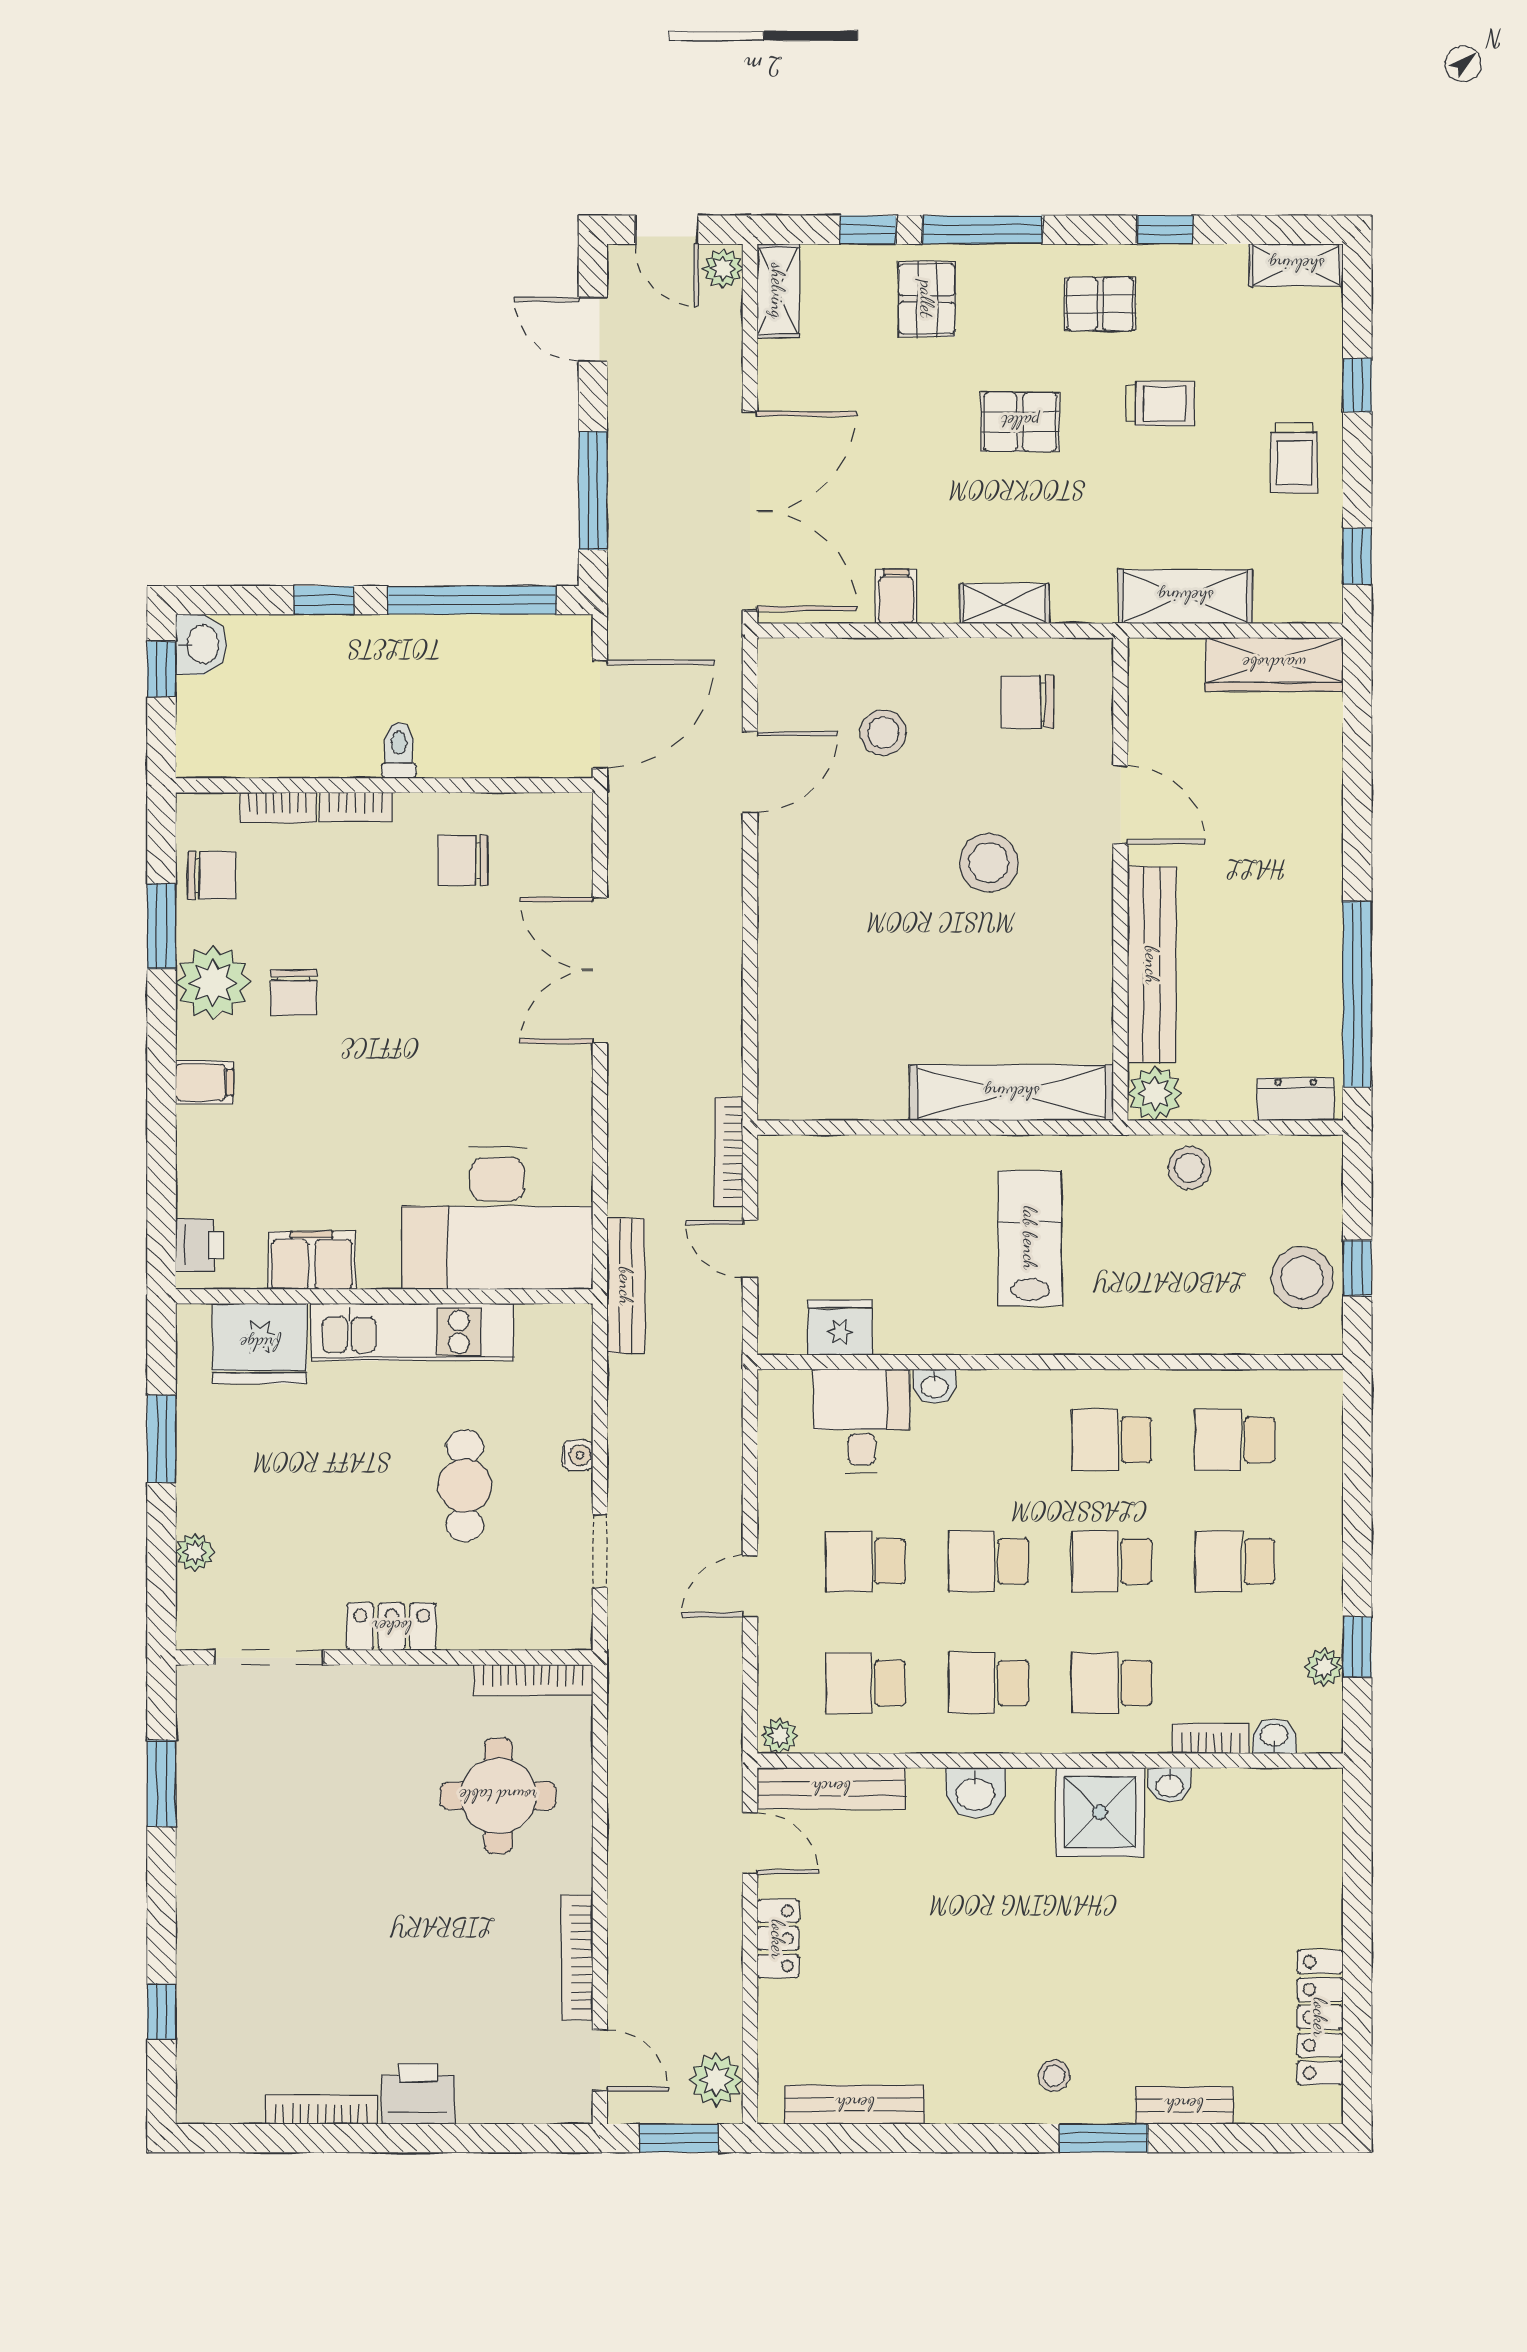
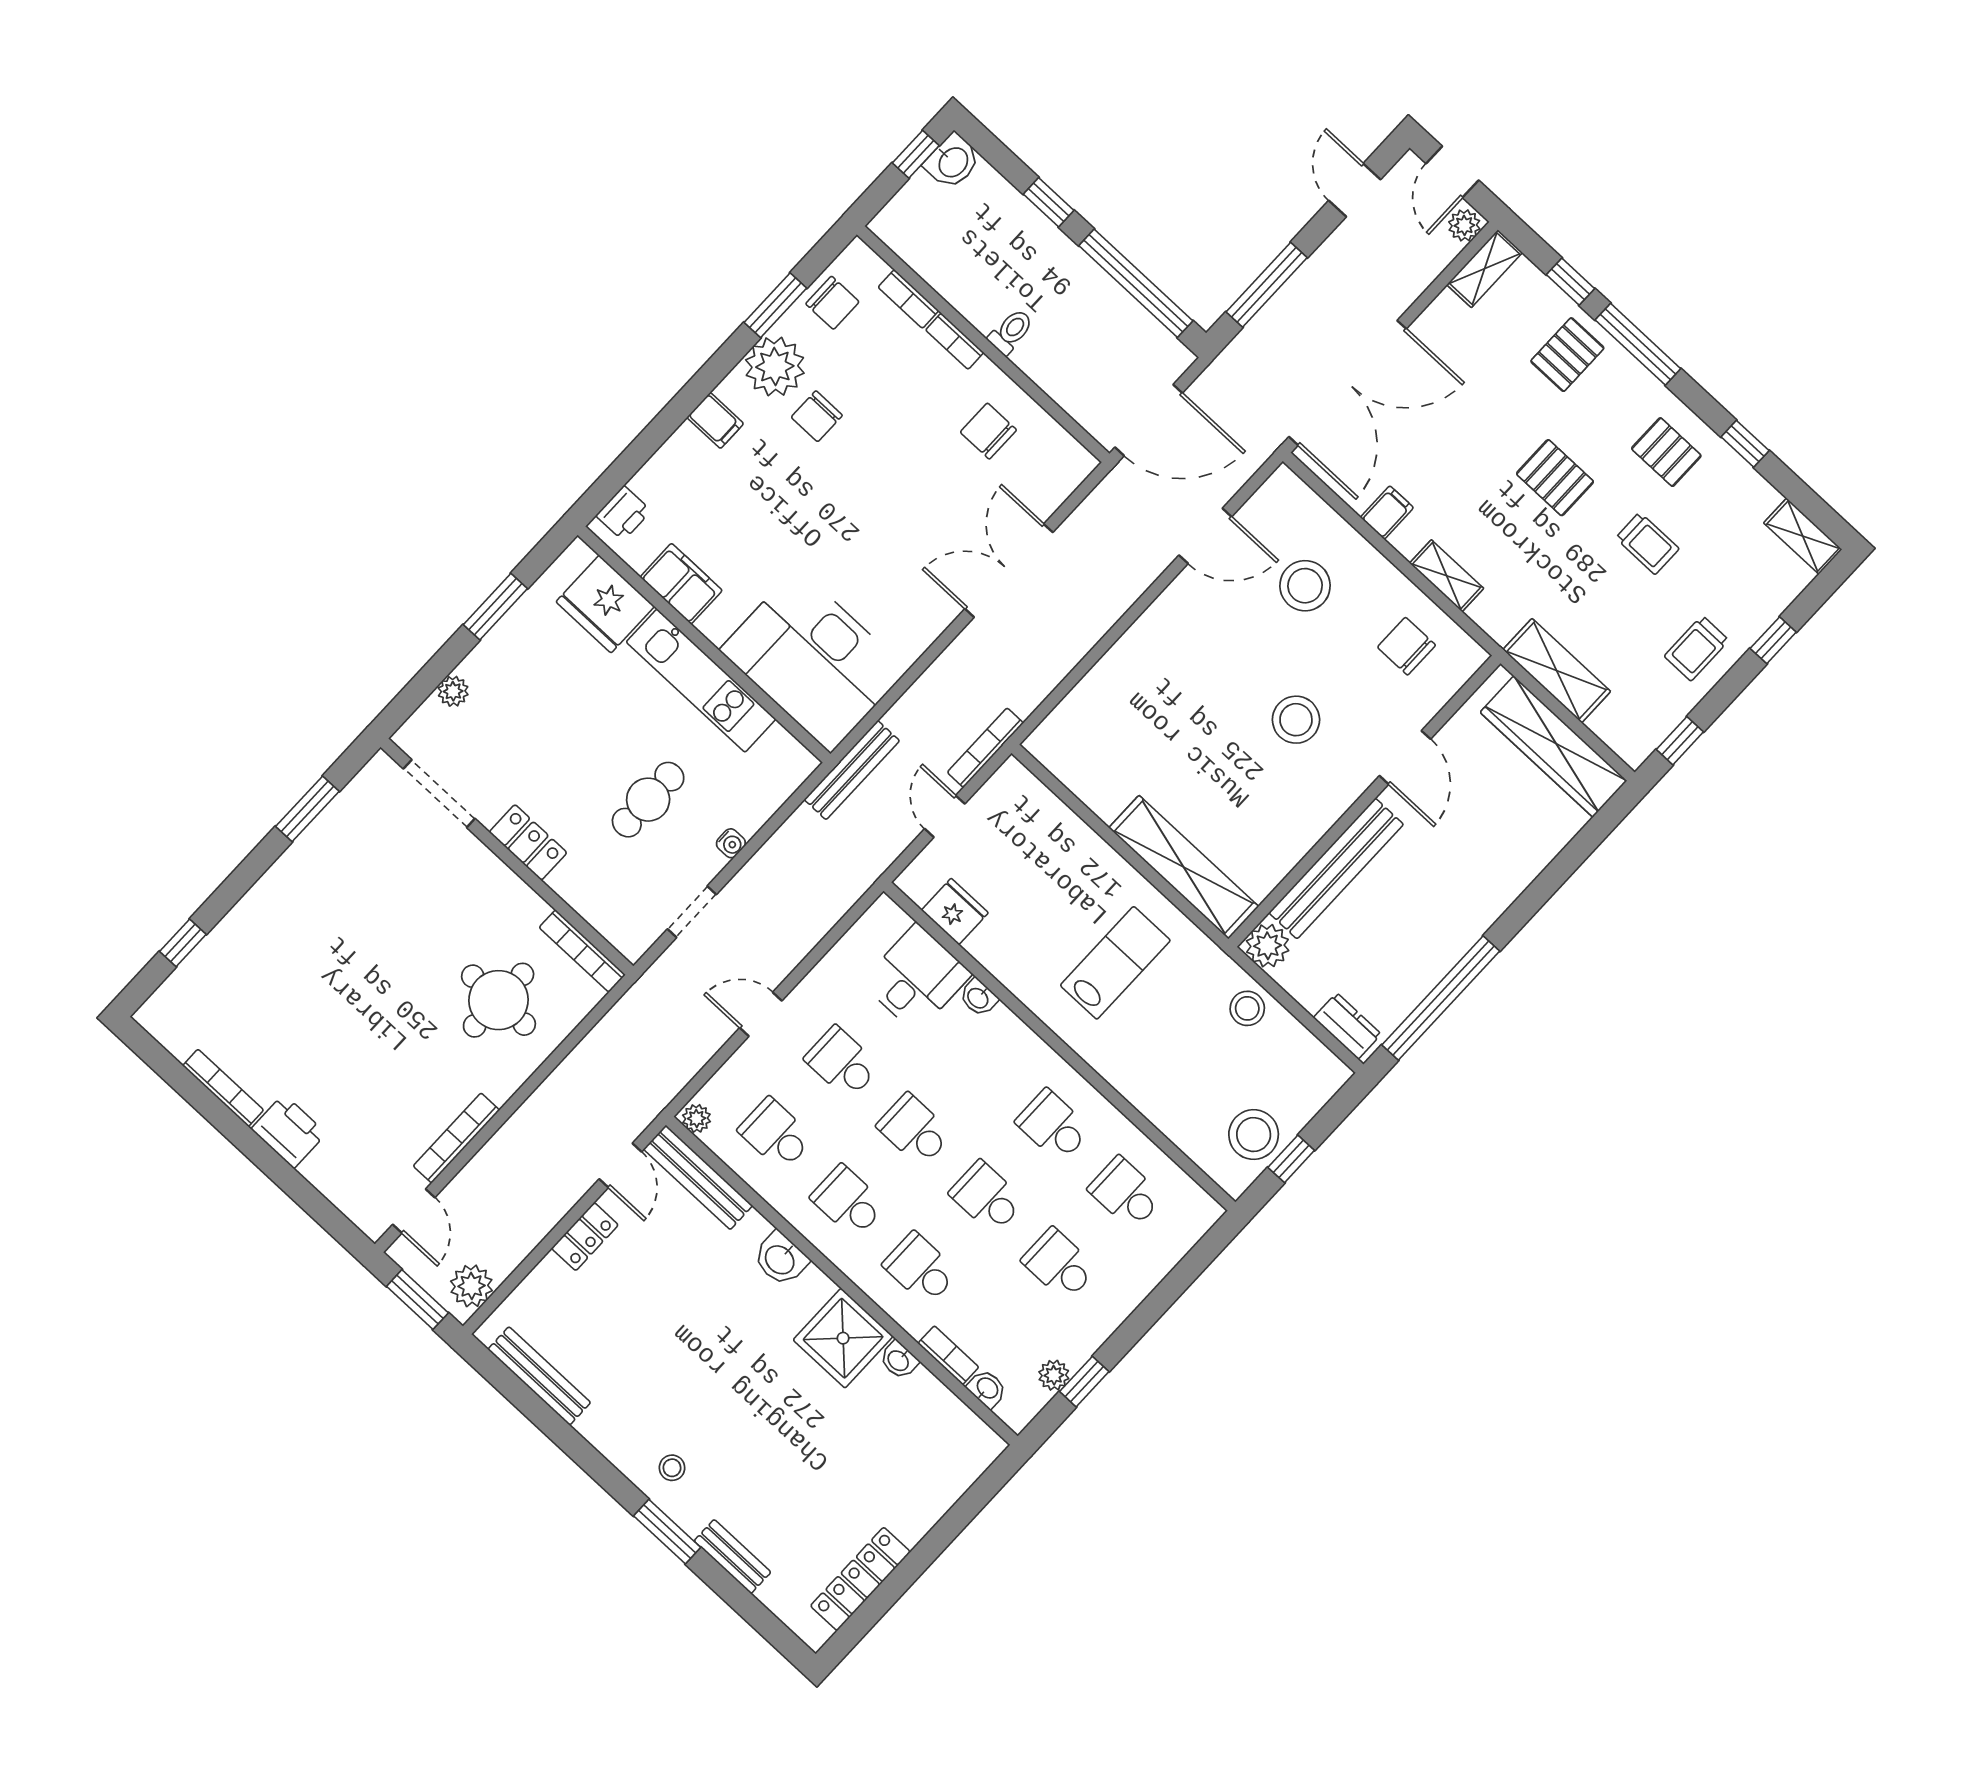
wardrobe: (1274, 664) -> (1553, 747), width x1.40, depth x1.17
stool: (883, 733) -> (1305, 586), width x1.38, depth x1.38

